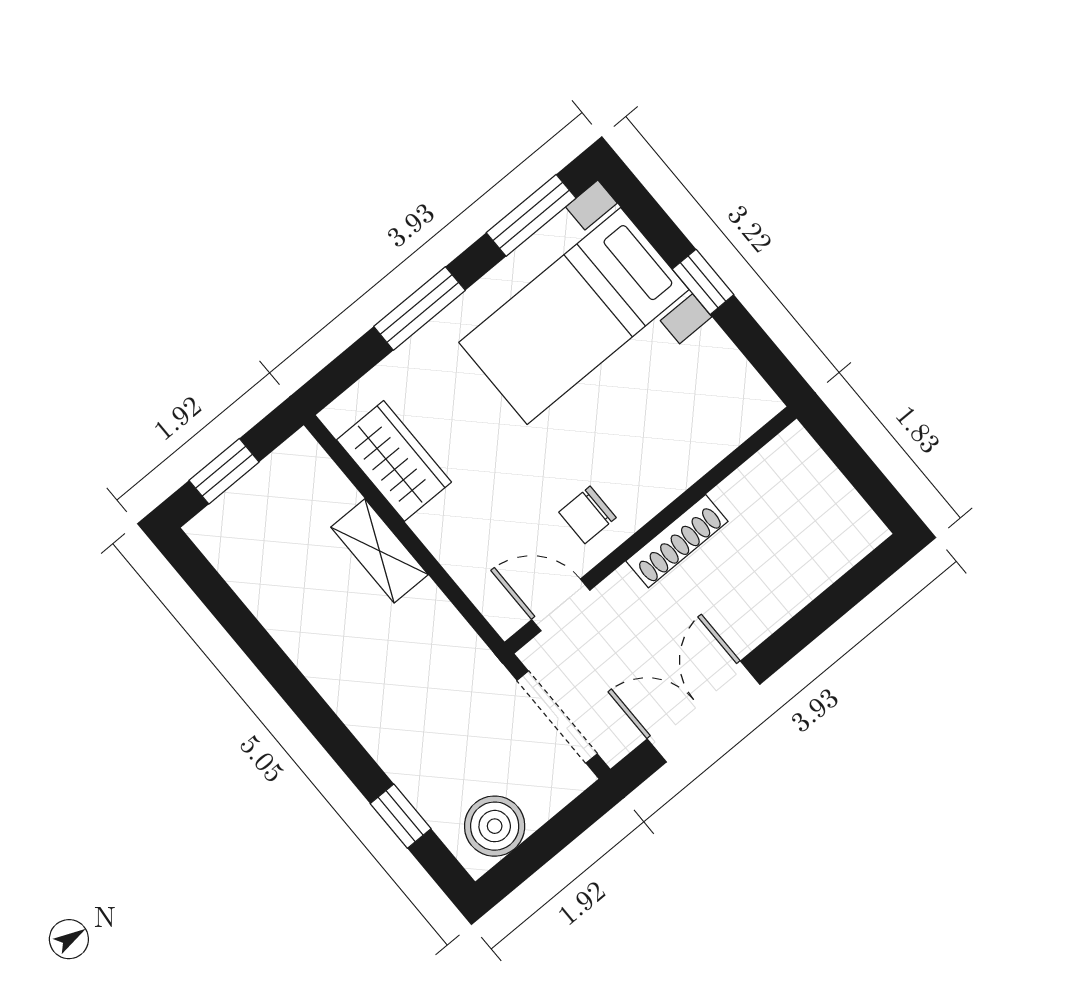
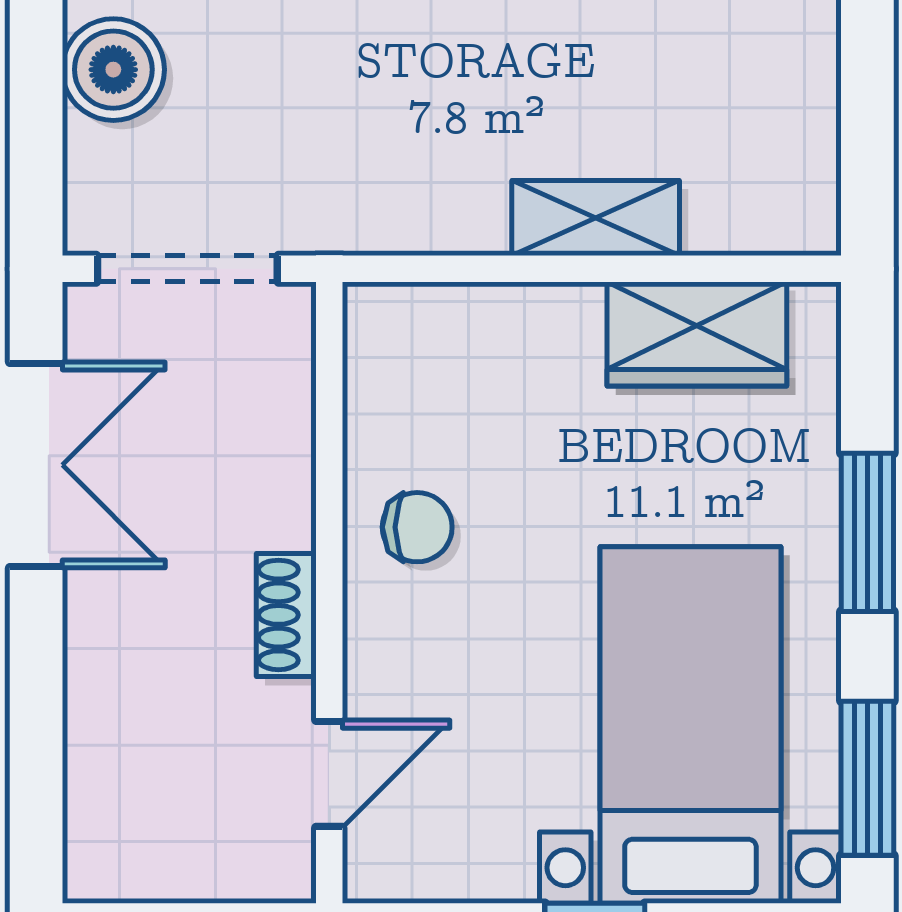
window: (224, 471) -> (867, 102), removed
chair: (588, 515) -> (417, 527), turned 90
shoe rack: (677, 541) -> (286, 615), width x0.70
door: (561, 605) -> (329, 774), moved

